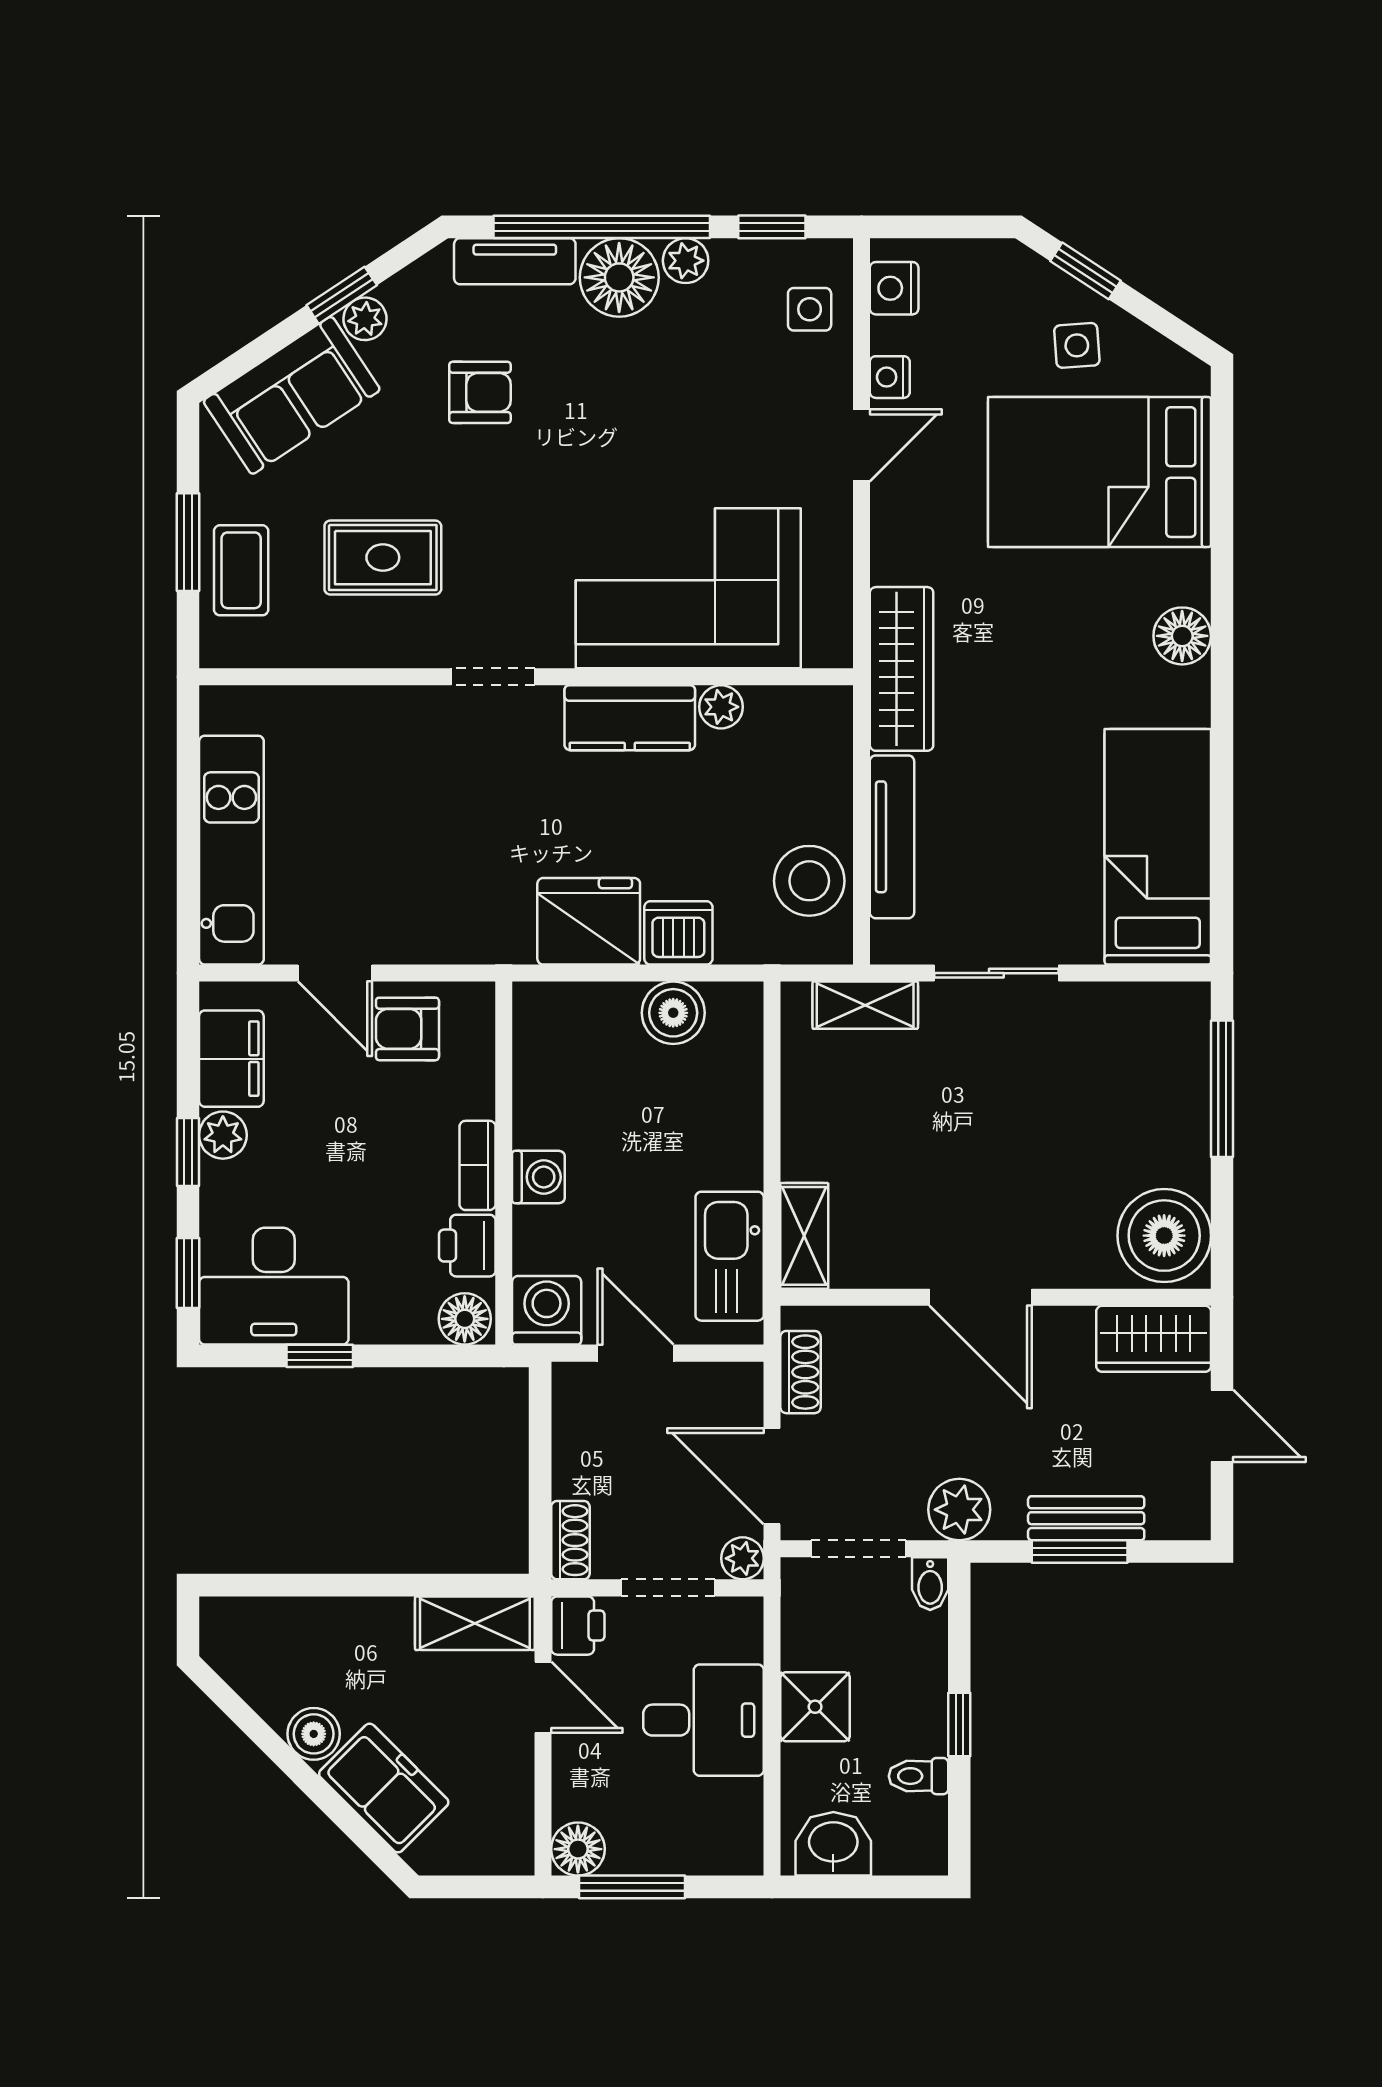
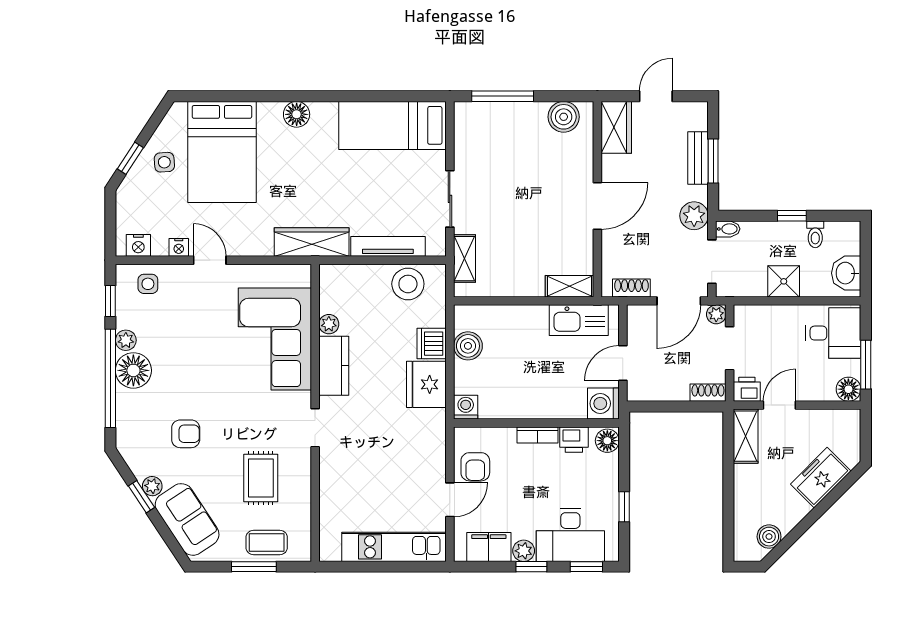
tv unit: (515, 261) -> (126, 418), removed
armchair: (480, 392) -> (186, 434), turned 90
washing machine: (538, 1177) -> (466, 407), moved
boiler: (1164, 1236) -> (564, 117), width x0.73, depth x0.73
desk: (274, 1286) -> (570, 535), moved, turned 90
desk: (704, 1720) -> (833, 333), moved, turned 90
boiler: (314, 1734) -> (769, 537), moved

